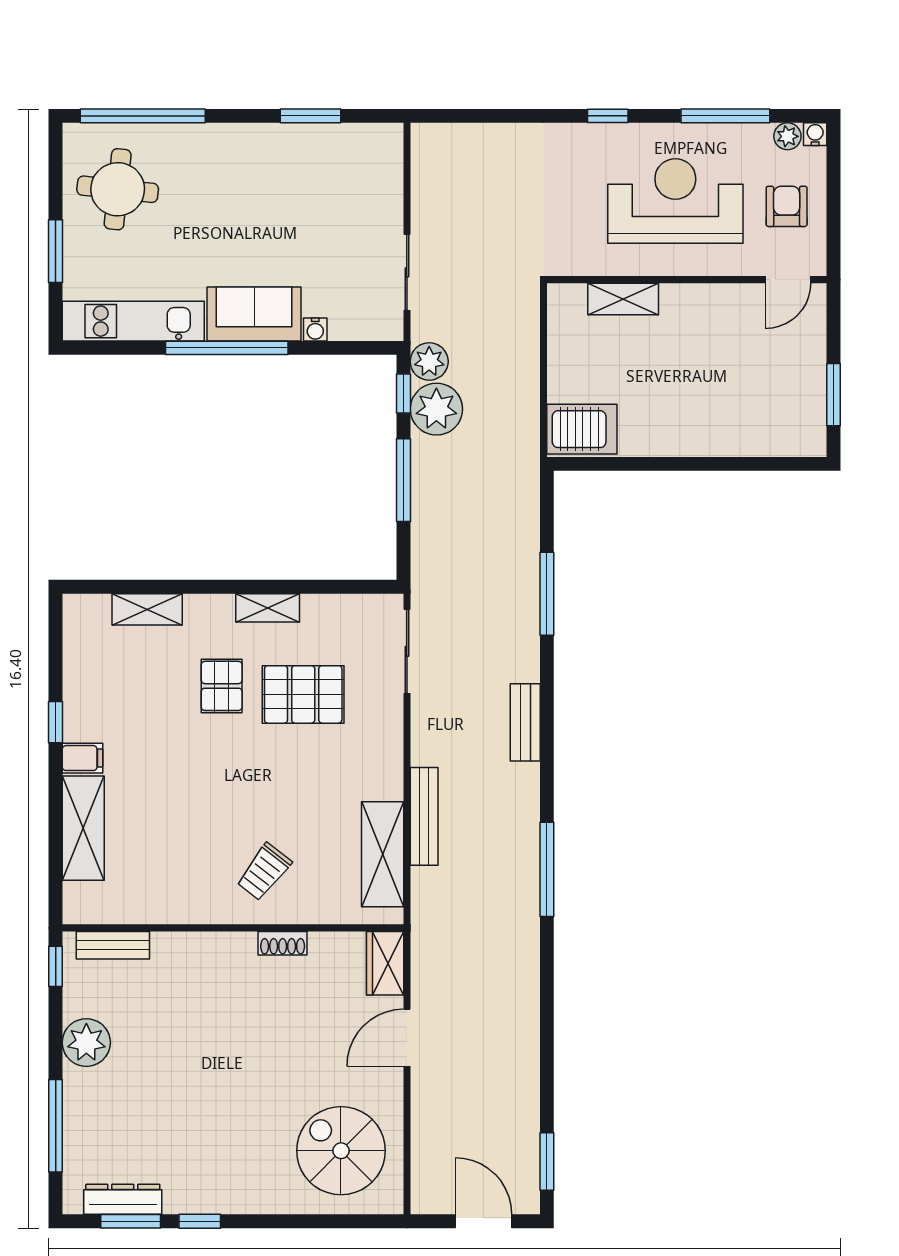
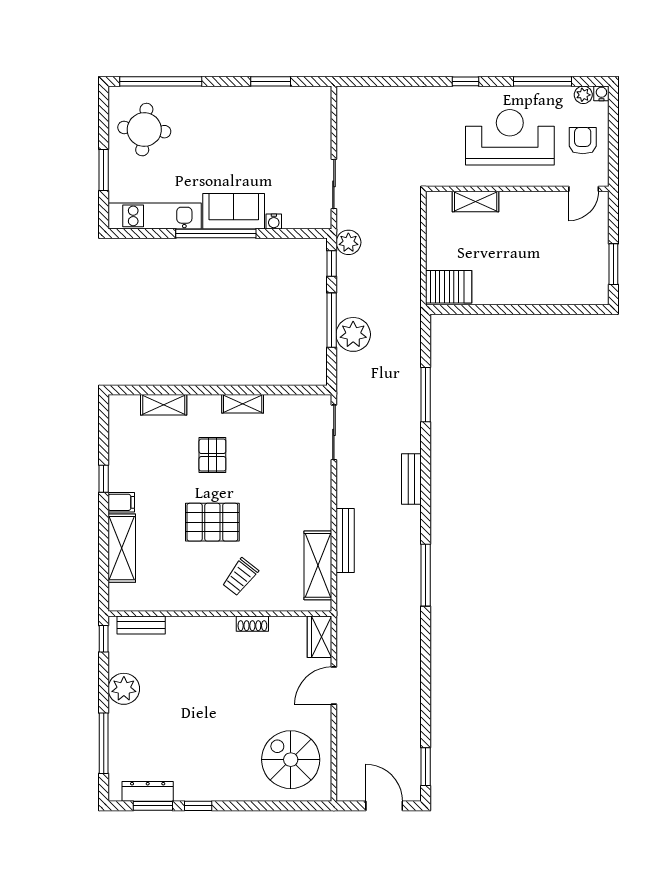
plant: (436, 409) -> (353, 334), moved
pallet: (303, 694) -> (212, 522), moved

